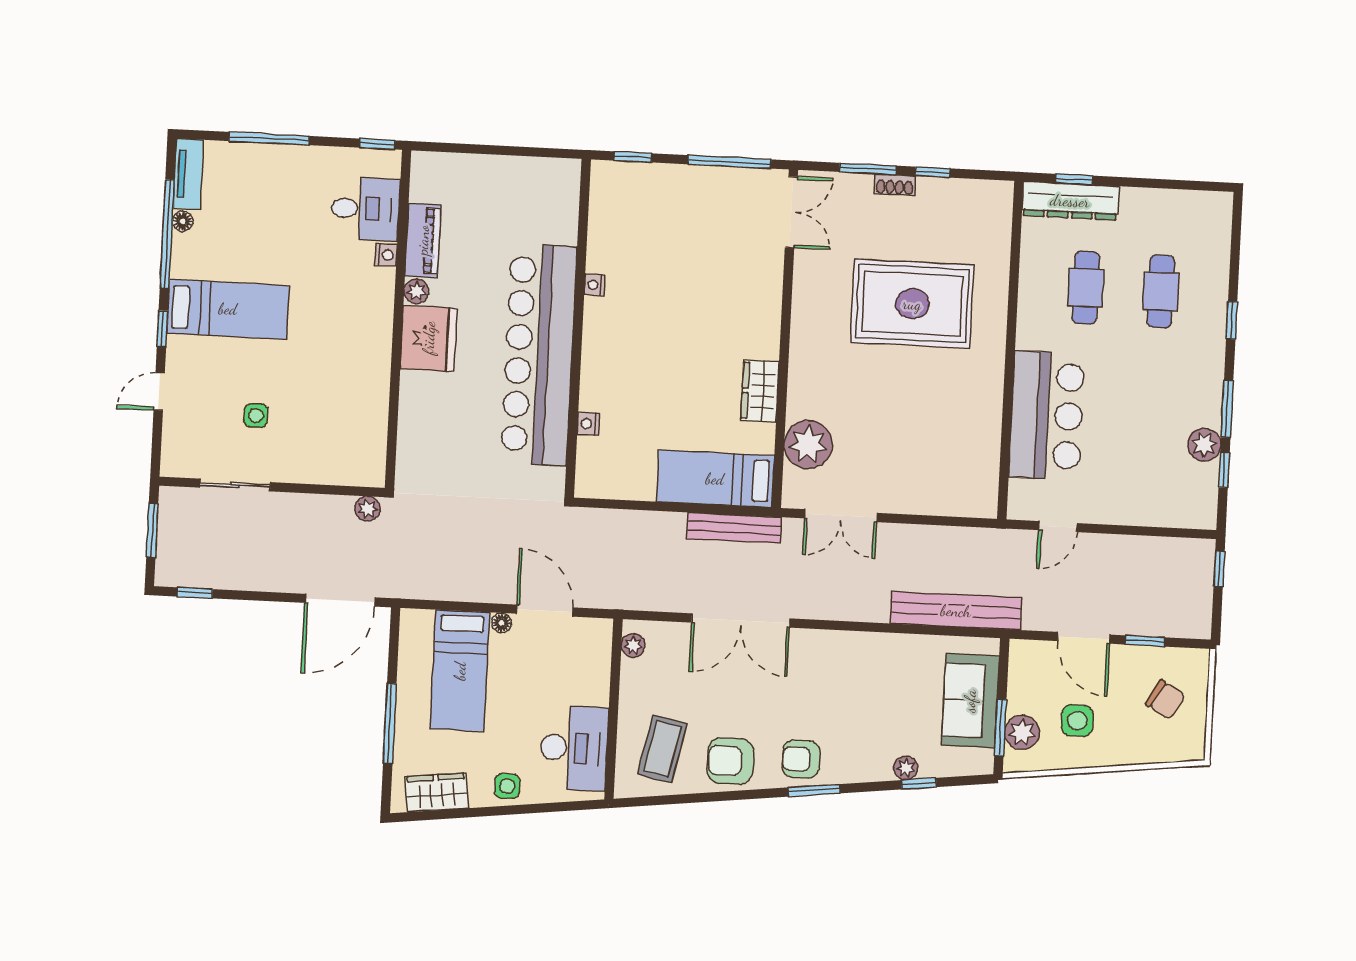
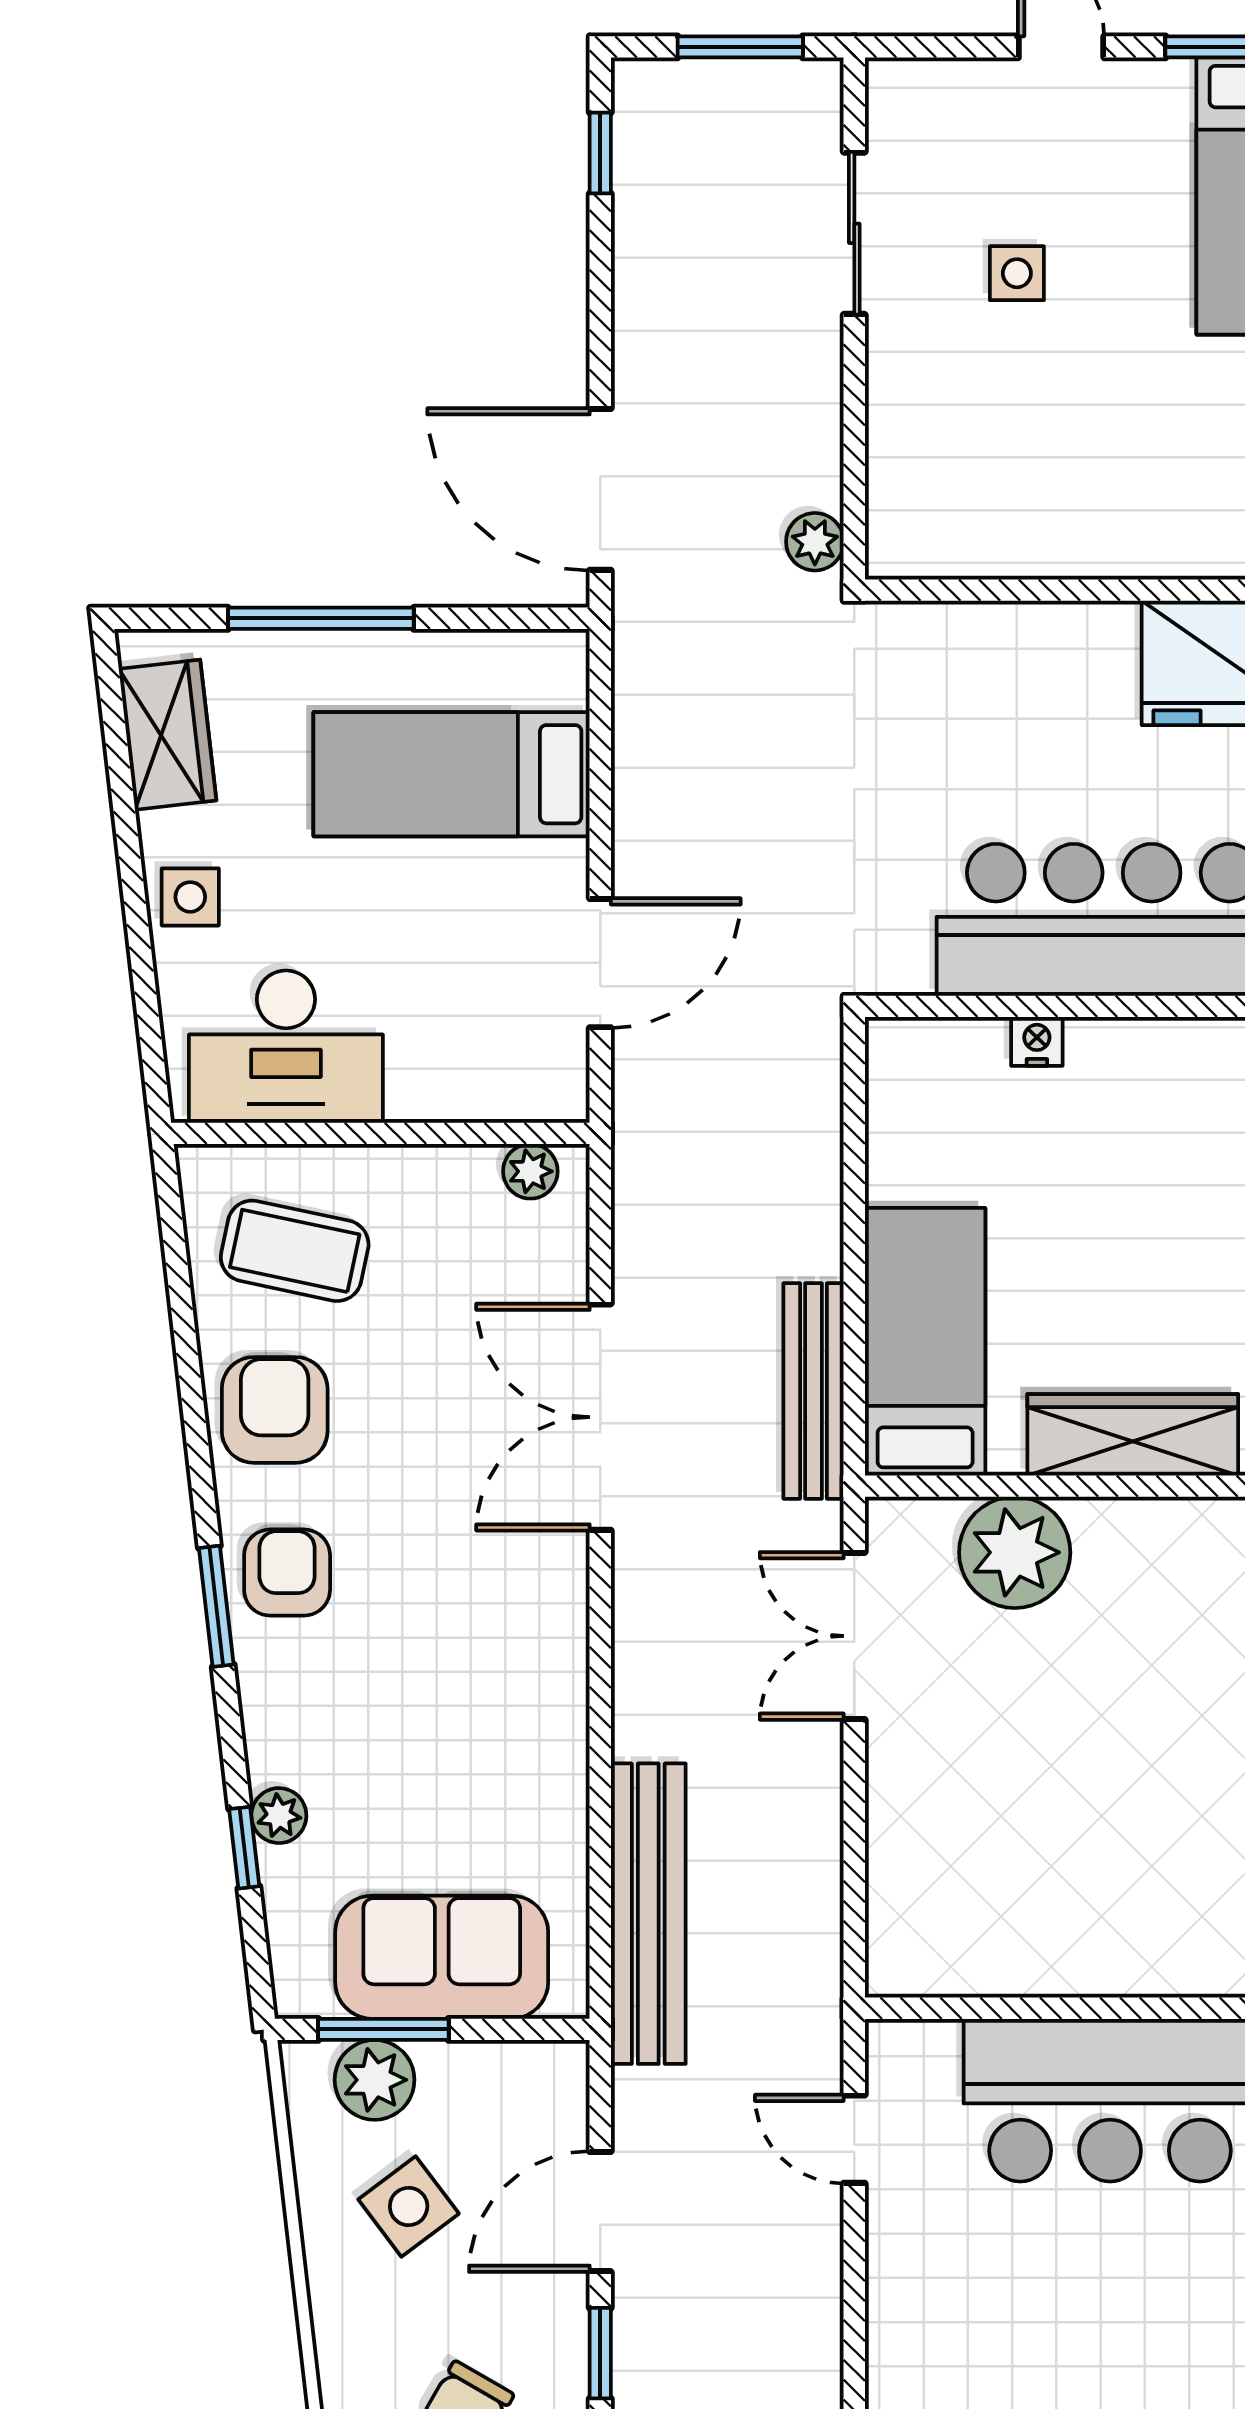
wardrobe: (760, 391) -> (1133, 1435), width x1.50
floor lamp: (502, 623) -> (567, 865), removed
side table: (1077, 721) -> (409, 2206), turned -37

